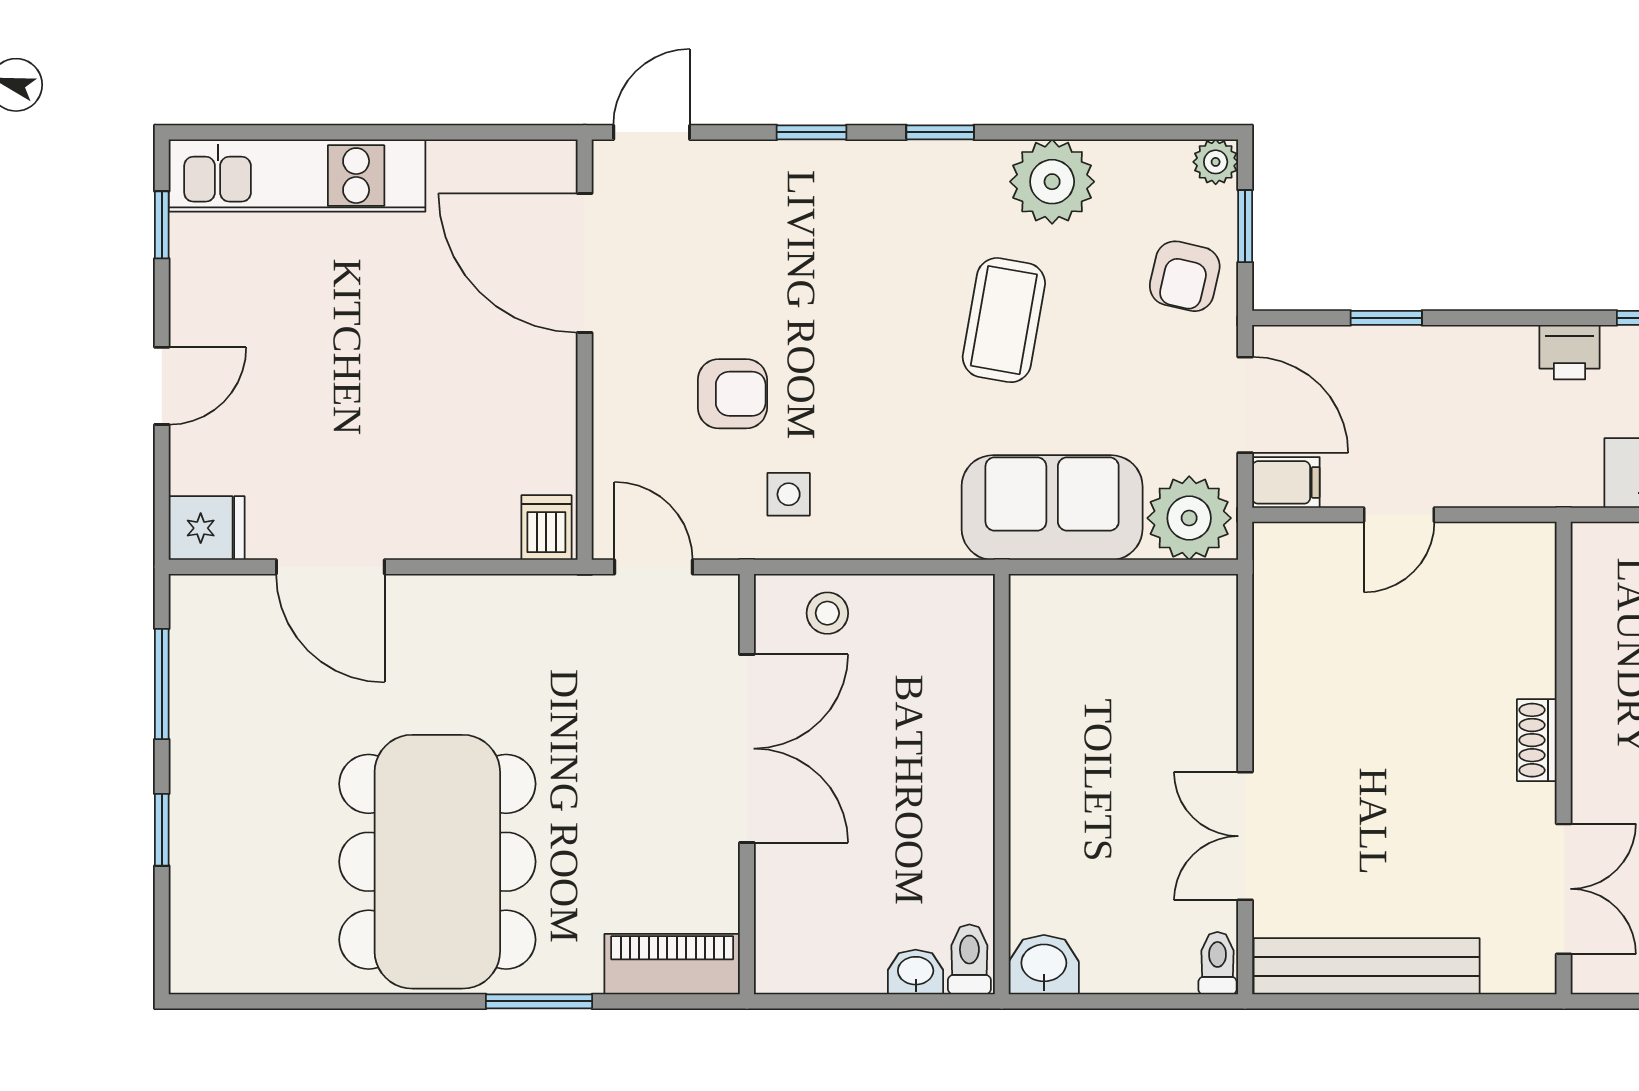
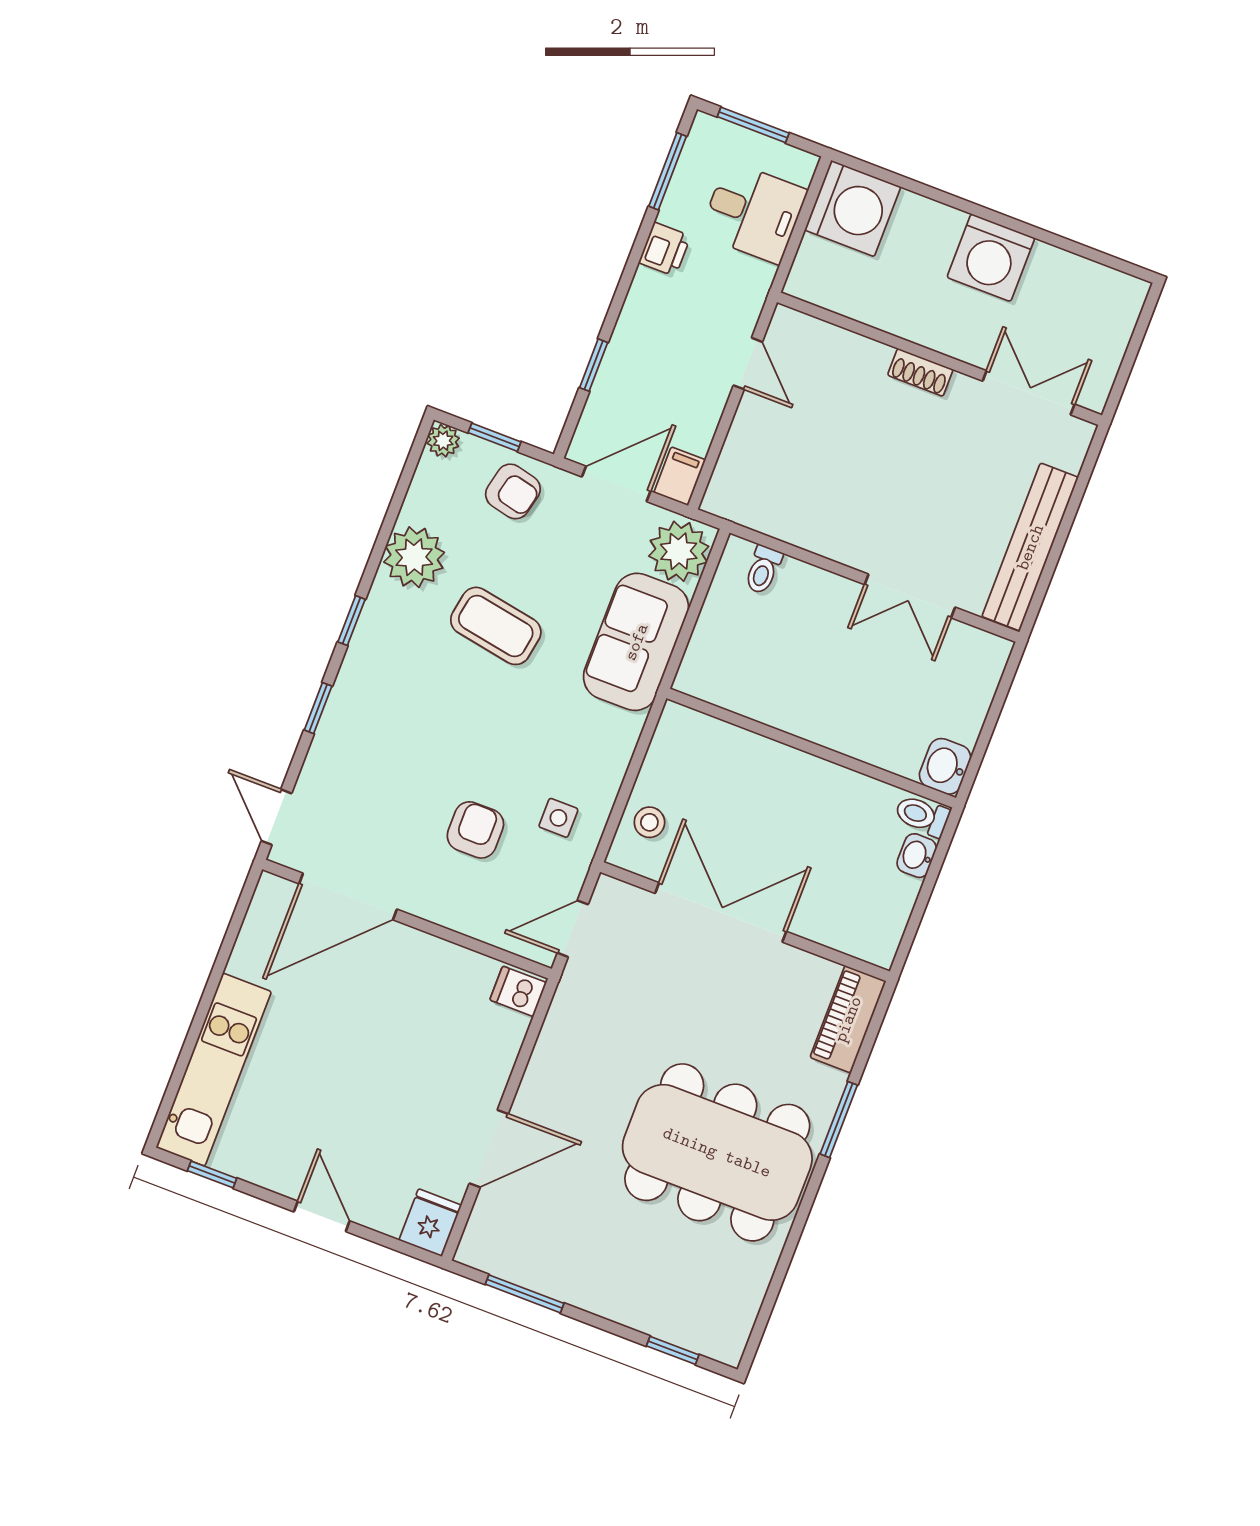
door: (1399, 515) -> (748, 364), moved
window: (162, 830) -> (673, 1350), moved
toilet: (1217, 963) -> (763, 570), moved, turned -90

